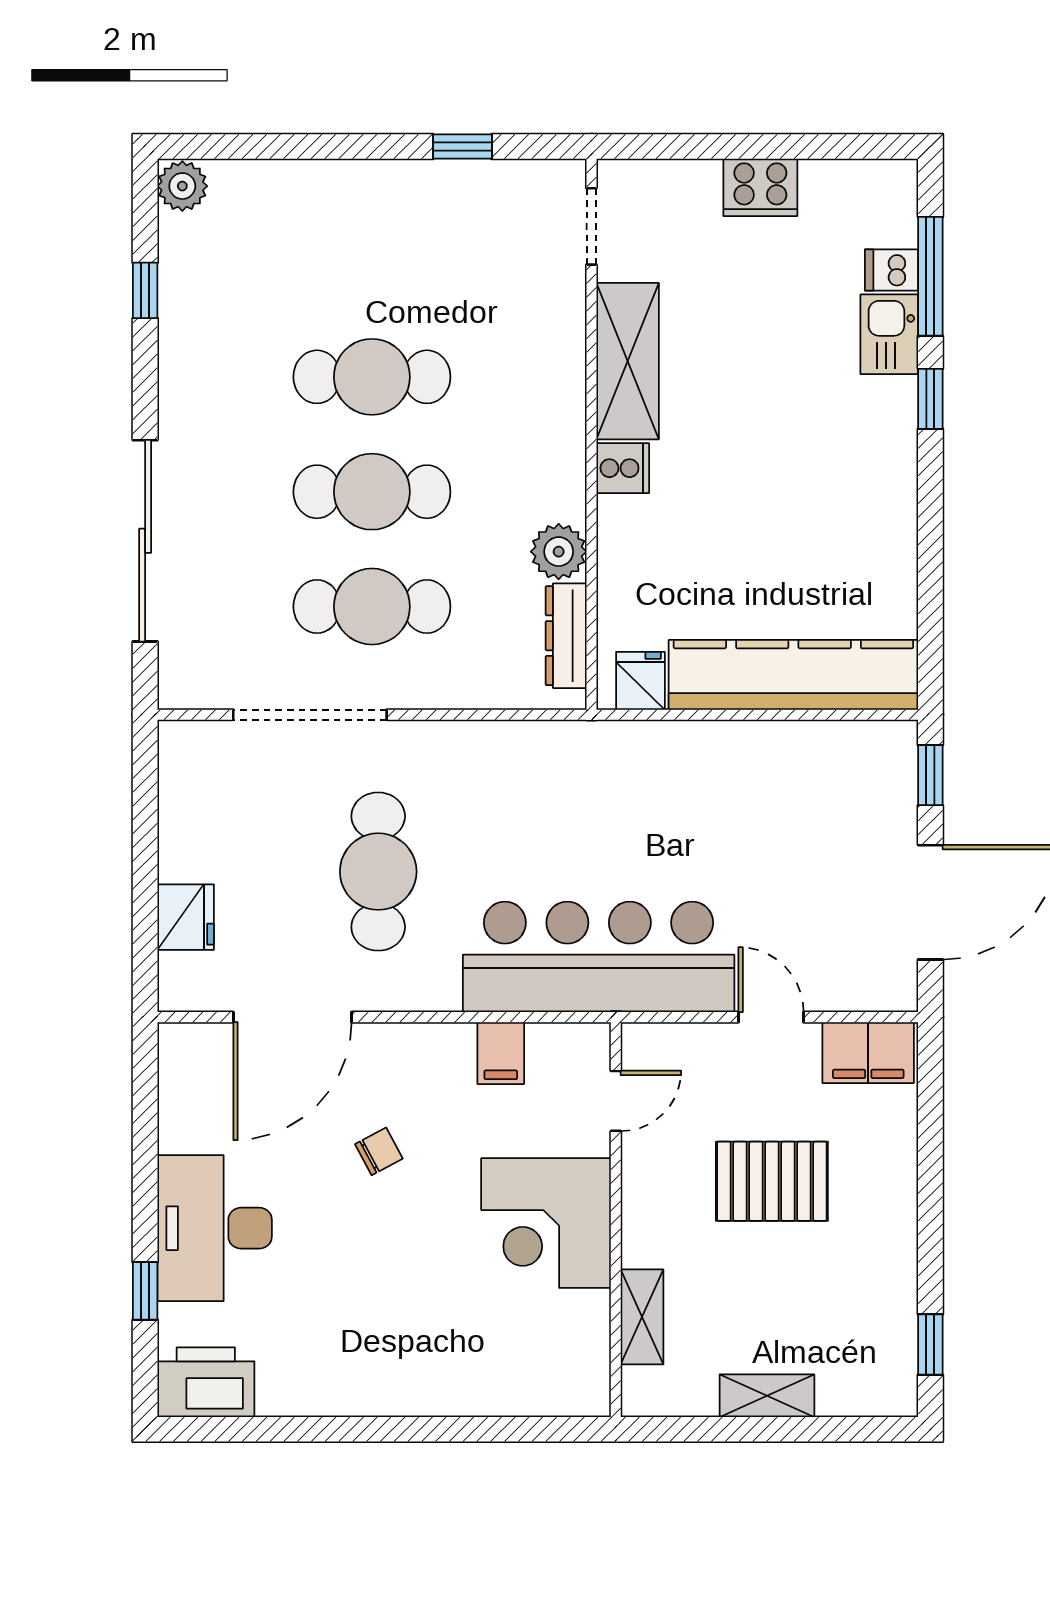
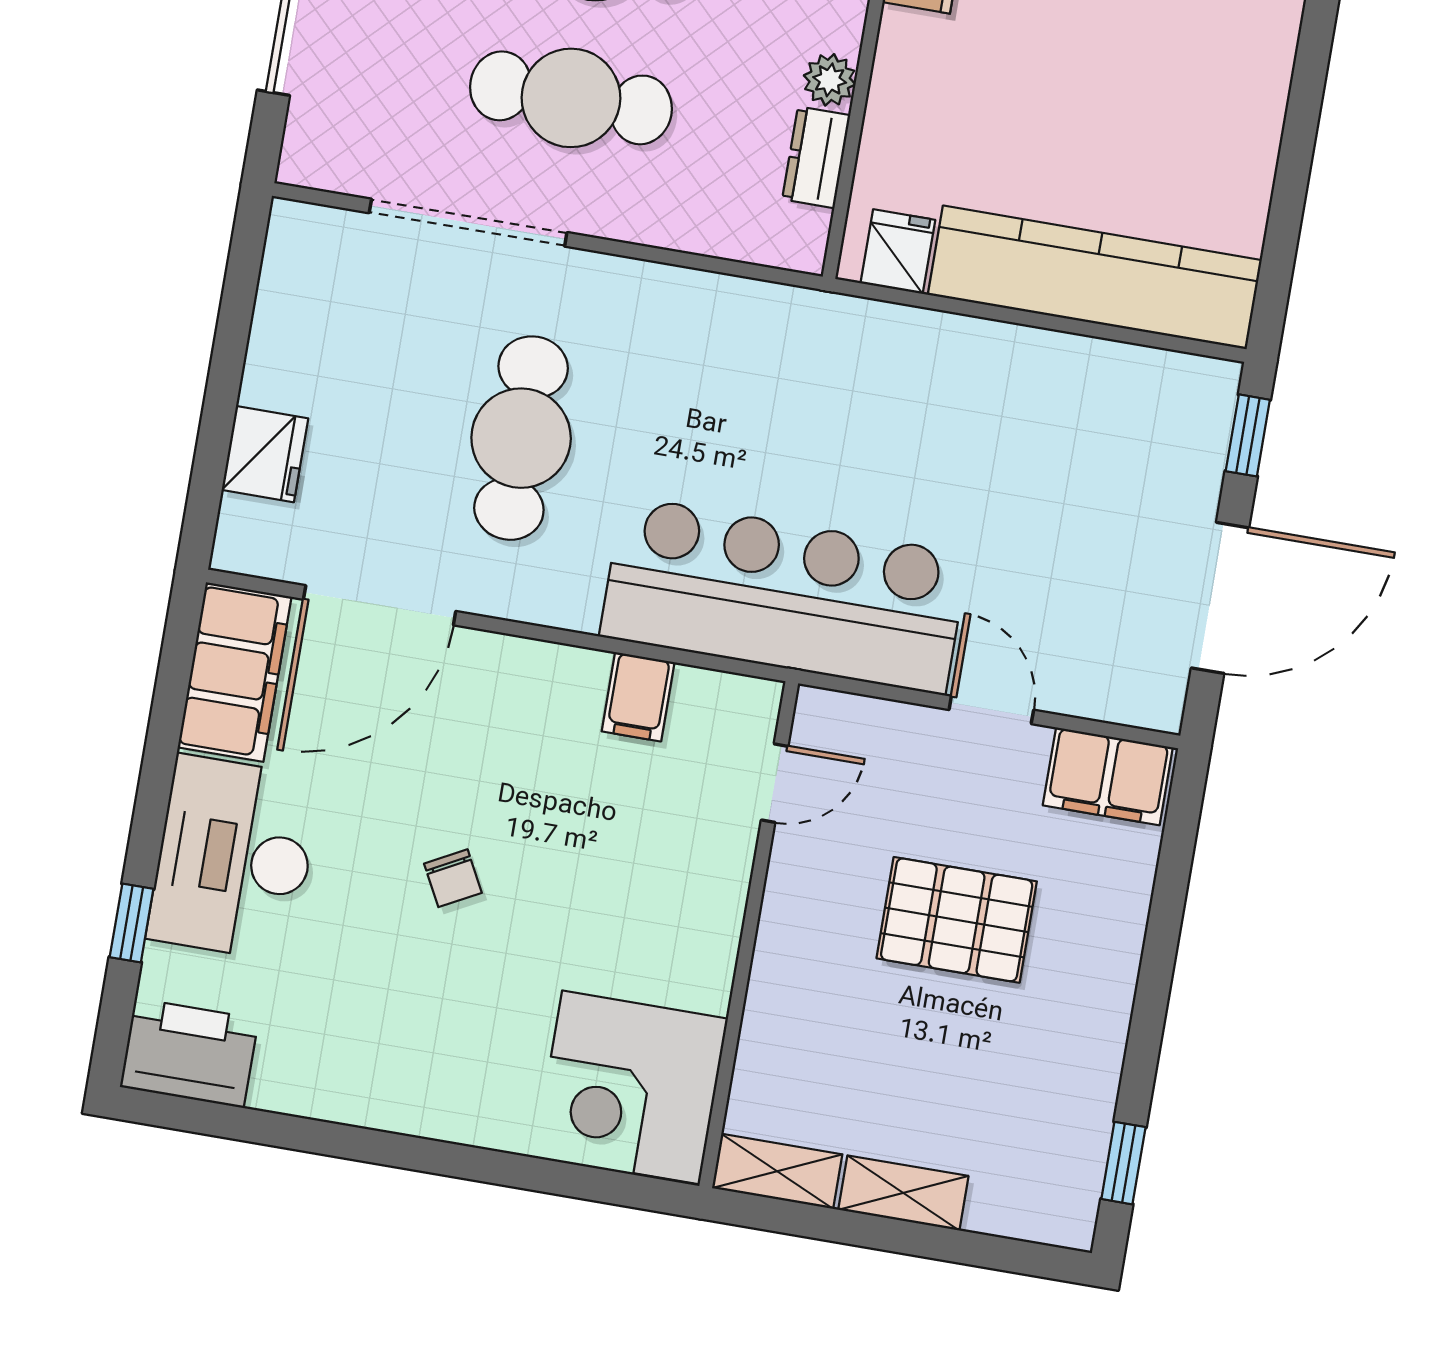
plant: (559, 552) -> (830, 80), width x0.73, depth x0.73
dresser: (566, 636) -> (816, 157), width x0.70
filing cabinet: (191, 1087) -> (235, 672), added
chair: (379, 1151) -> (453, 878), moved, turned 90
corner desk: (546, 1223) -> (631, 1087), moved
shelving: (642, 1317) -> (777, 1171), moved, turned 90

